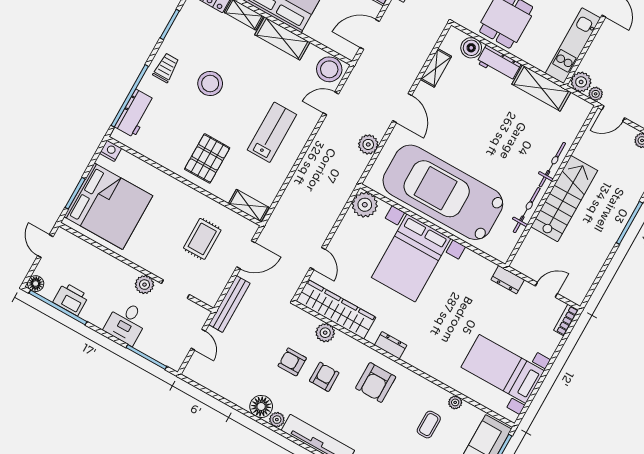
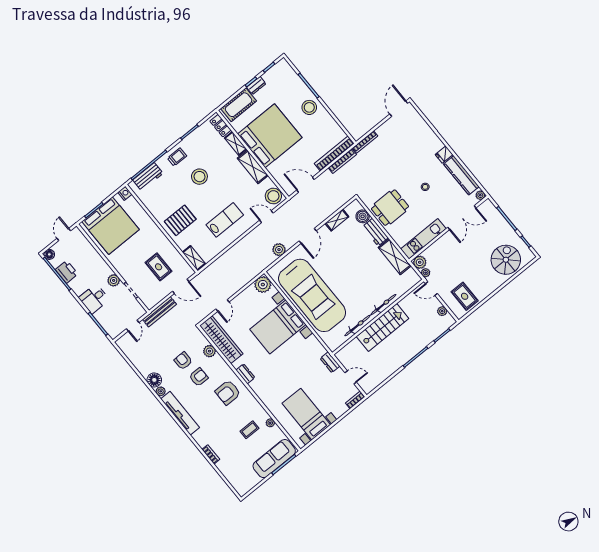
car: (443, 192) -> (312, 295), turned 180
rug: (202, 239) -> (159, 267), turned 90

